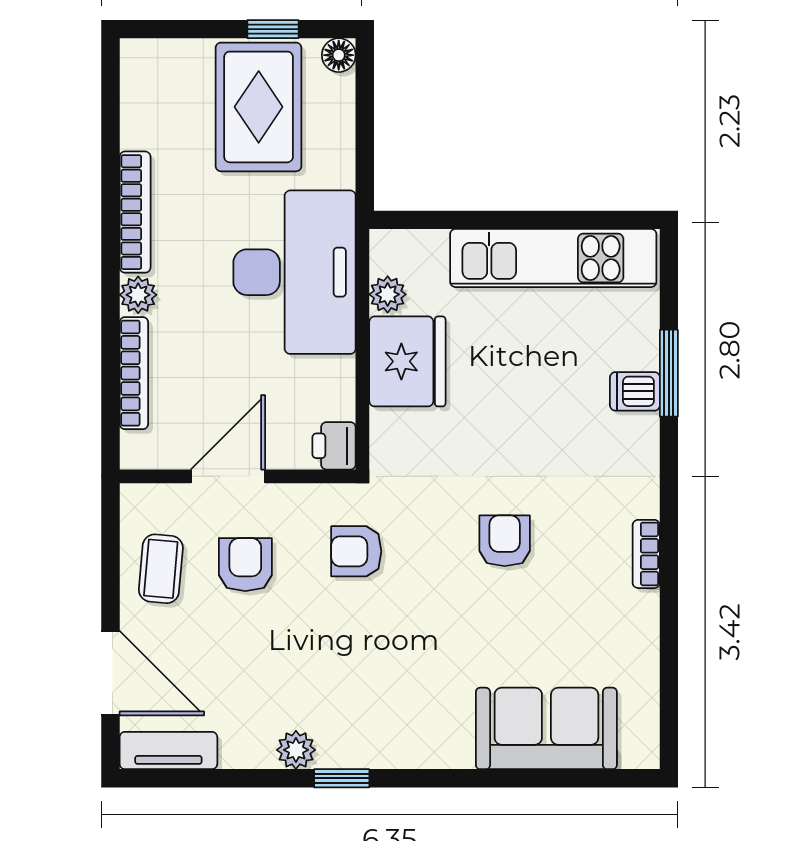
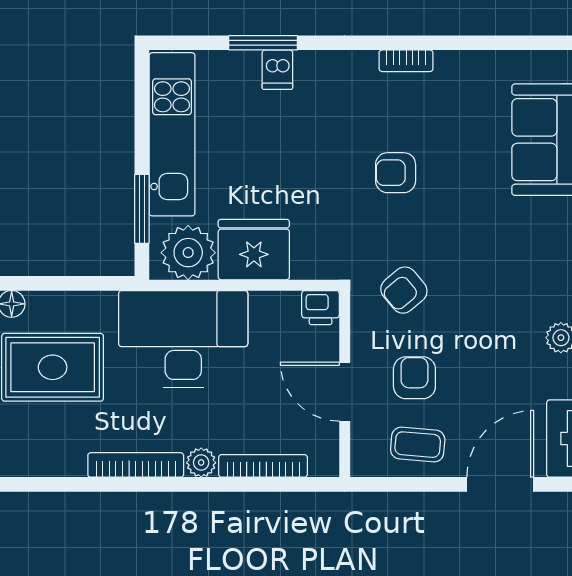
window: (459, 220) -> (142, 209), added
plant: (388, 294) -> (188, 253), width x1.88, depth x1.88
armchair: (356, 551) -> (404, 290), turned 50
armchair: (245, 565) -> (414, 378), turned 90

